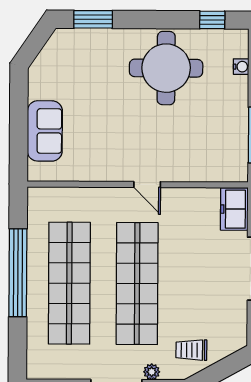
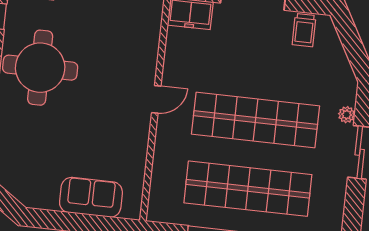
trolley: (191, 350) -> (304, 30), moved

